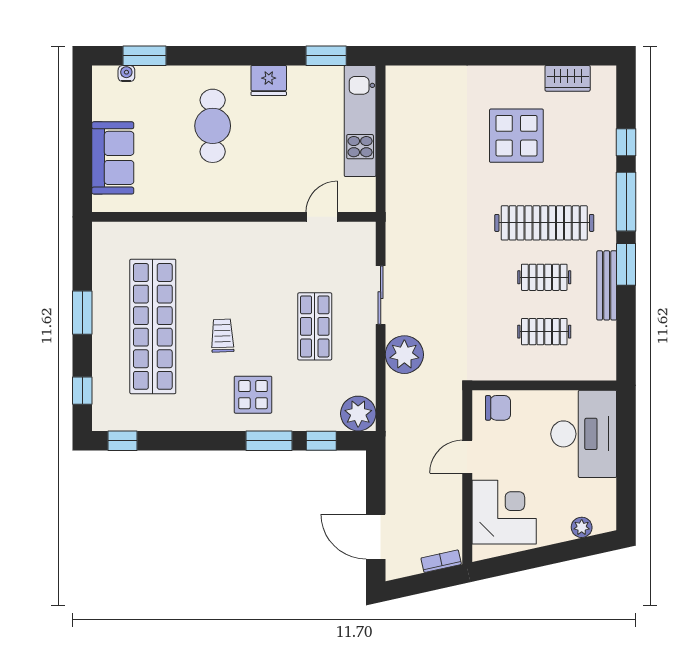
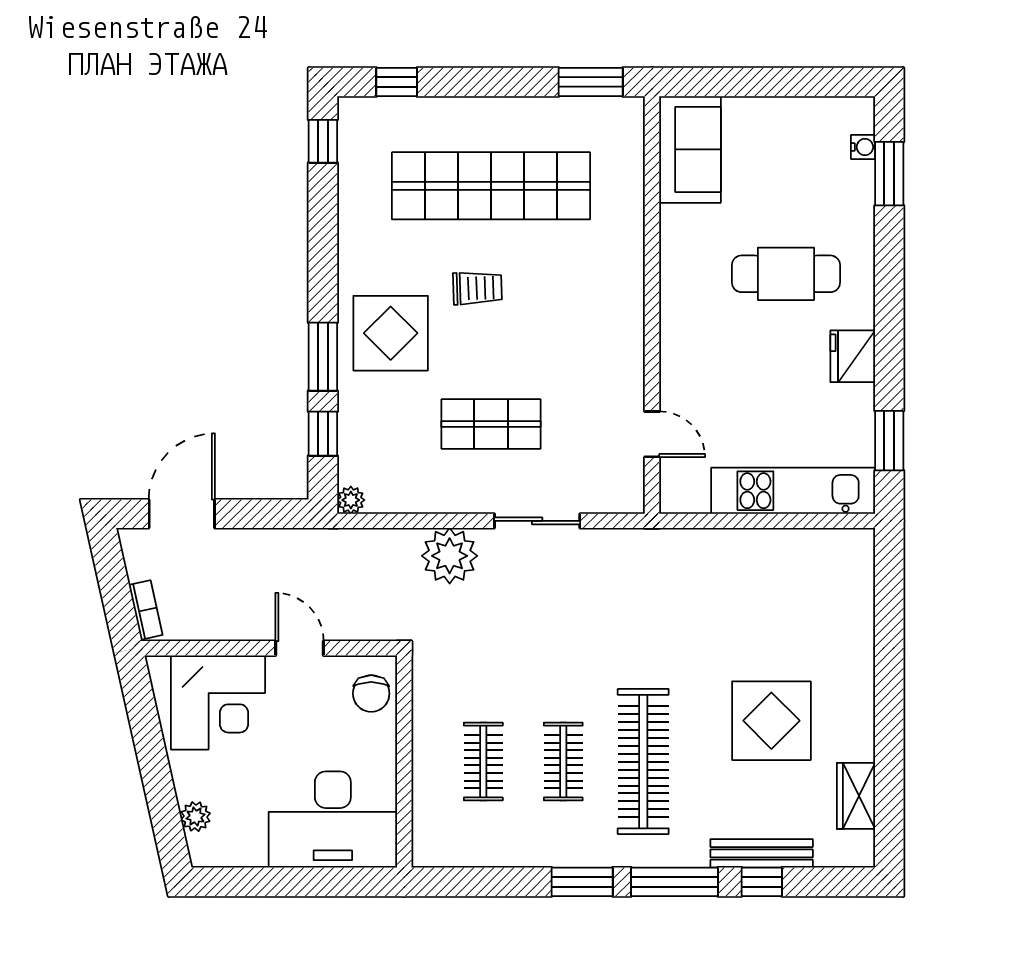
sofa: (113, 158) -> (690, 149), moved, turned -90
bench: (607, 285) -> (762, 853), moved
window: (82, 313) -> (591, 82), moved
display table: (253, 395) -> (391, 333), width x1.36, depth x1.36
plant: (358, 414) -> (351, 500), width x0.53, depth x0.53

